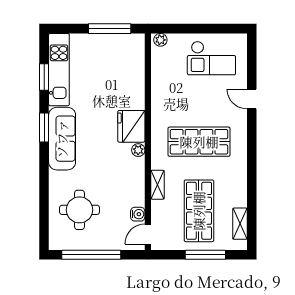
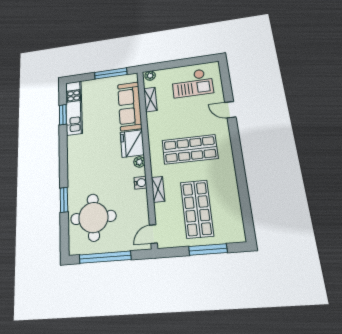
window: (44, 127) -> (64, 200), moved
sofa: (62, 139) -> (130, 106), moved, turned 180
round table: (80, 210) -> (93, 217), width x1.36, depth x1.36
water cooler: (138, 214) -> (140, 183), moved
shelving: (240, 224) -> (150, 100), moved

